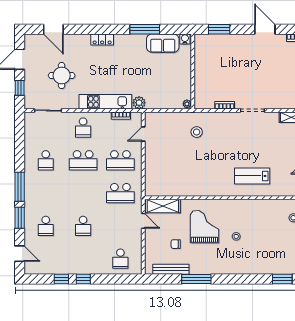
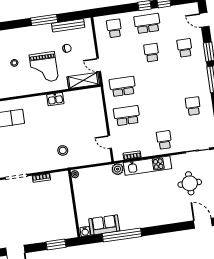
window: (145, 29) -> (122, 235), width x1.46
locker: (102, 40) -> (158, 220), removed
door: (143, 134) -> (110, 142), swing flipped
school desk: (83, 160) -> (147, 24), moved
kitchen sink: (197, 190) -> (55, 99), added

